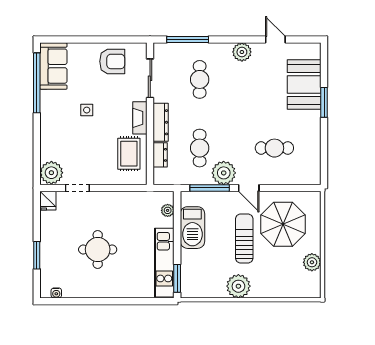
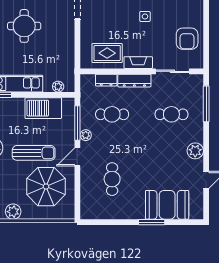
plant: (224, 173) -> (86, 135), width x0.53, depth x0.53

